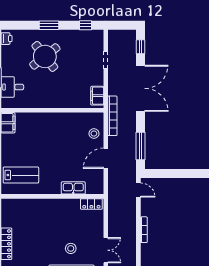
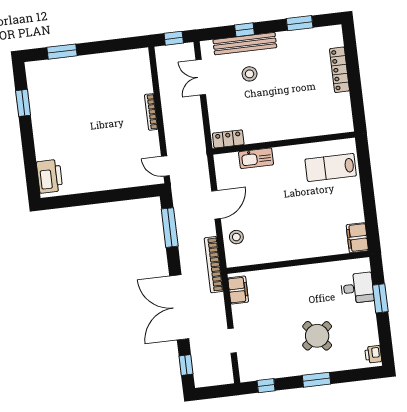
round table: (45, 56) -> (317, 336), width x0.73, depth x0.73

